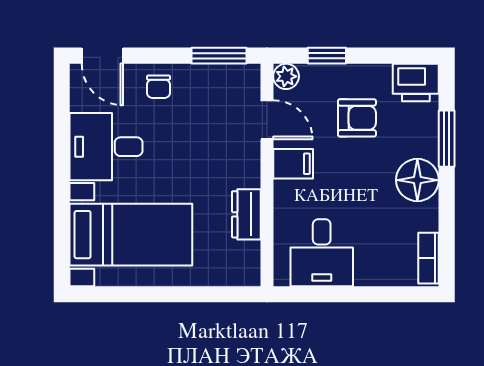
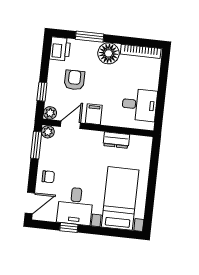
plant: (248, 76) -> (48, 132), added
window: (62, 139) -> (69, 228), added
bookcase: (428, 258) -> (141, 51), width x1.56

